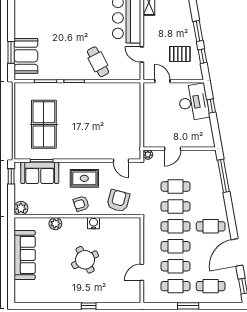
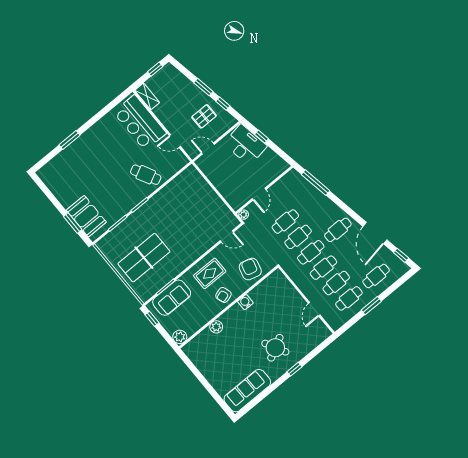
table tennis table: (44, 124) -> (144, 258), turned 90
sofa: (25, 255) -> (247, 391), moved, turned -90
round table: (85, 260) -> (275, 348), moved

